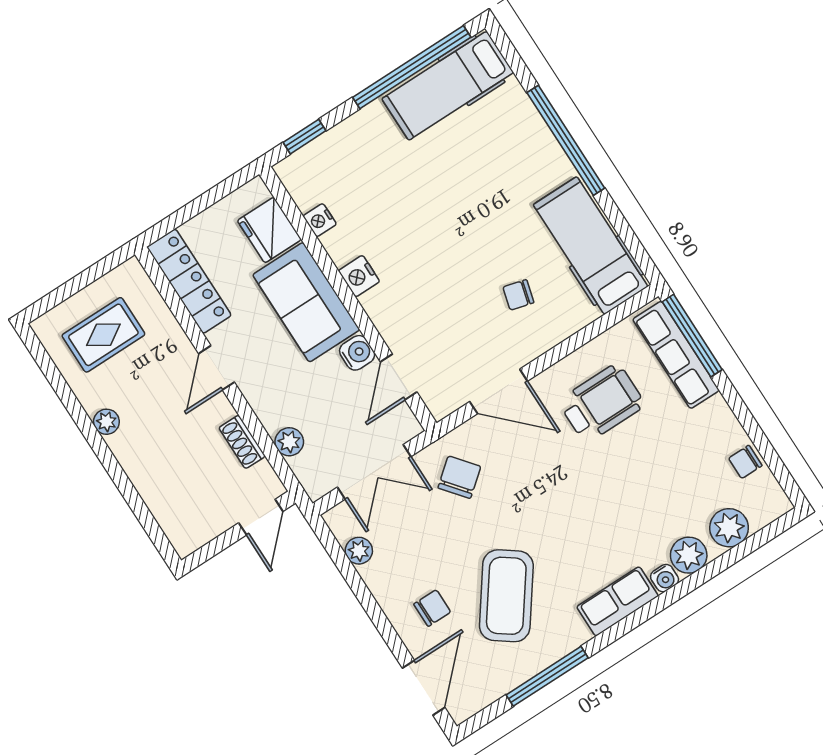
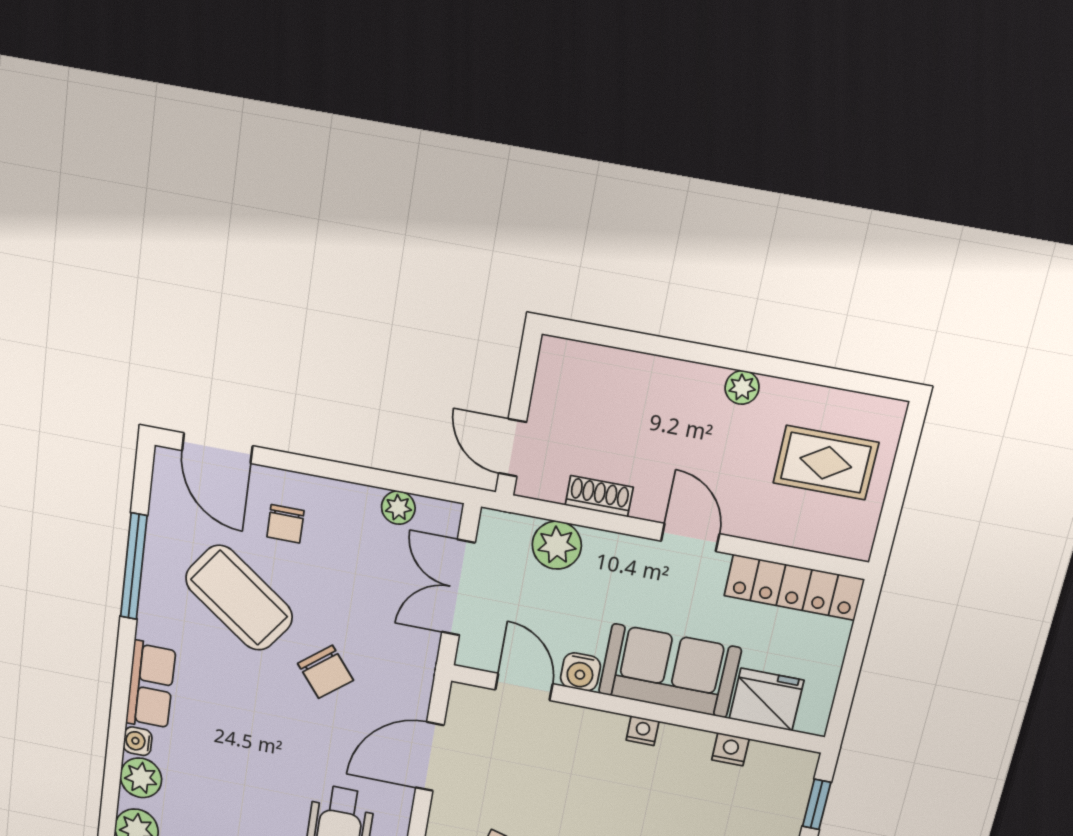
nightstand: (359, 276) -> (643, 731), width x0.72, depth x0.74
rug: (103, 335) -> (826, 463), turned 90
plant: (289, 442) -> (557, 545), width x1.38, depth x1.38
chair: (459, 477) -> (326, 672), moved

